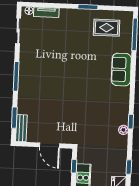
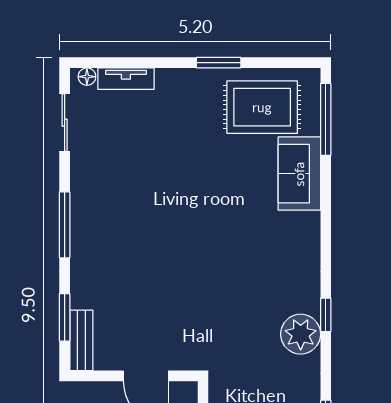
rug: (107, 28) -> (262, 107), width x1.36, depth x1.43
sofa: (121, 70) -> (299, 174), moved
plant: (123, 130) -> (301, 334), width x1.87, depth x1.87

